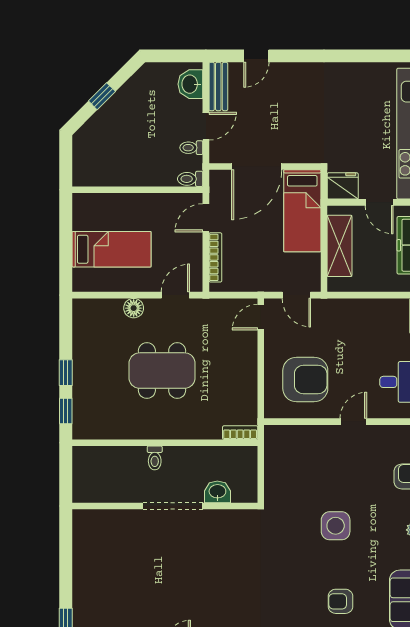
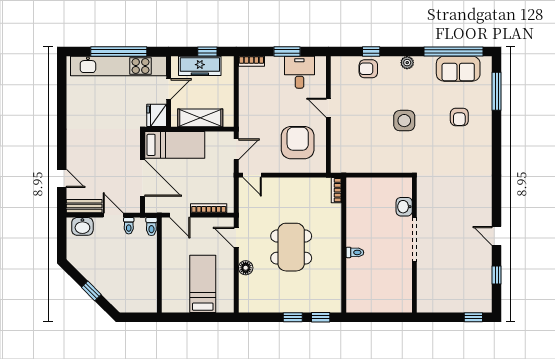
washbasin: (217, 492) -> (404, 207), moved
wall: (165, 506) -> (414, 245), moved
doorway: (173, 506) -> (414, 239), moved

